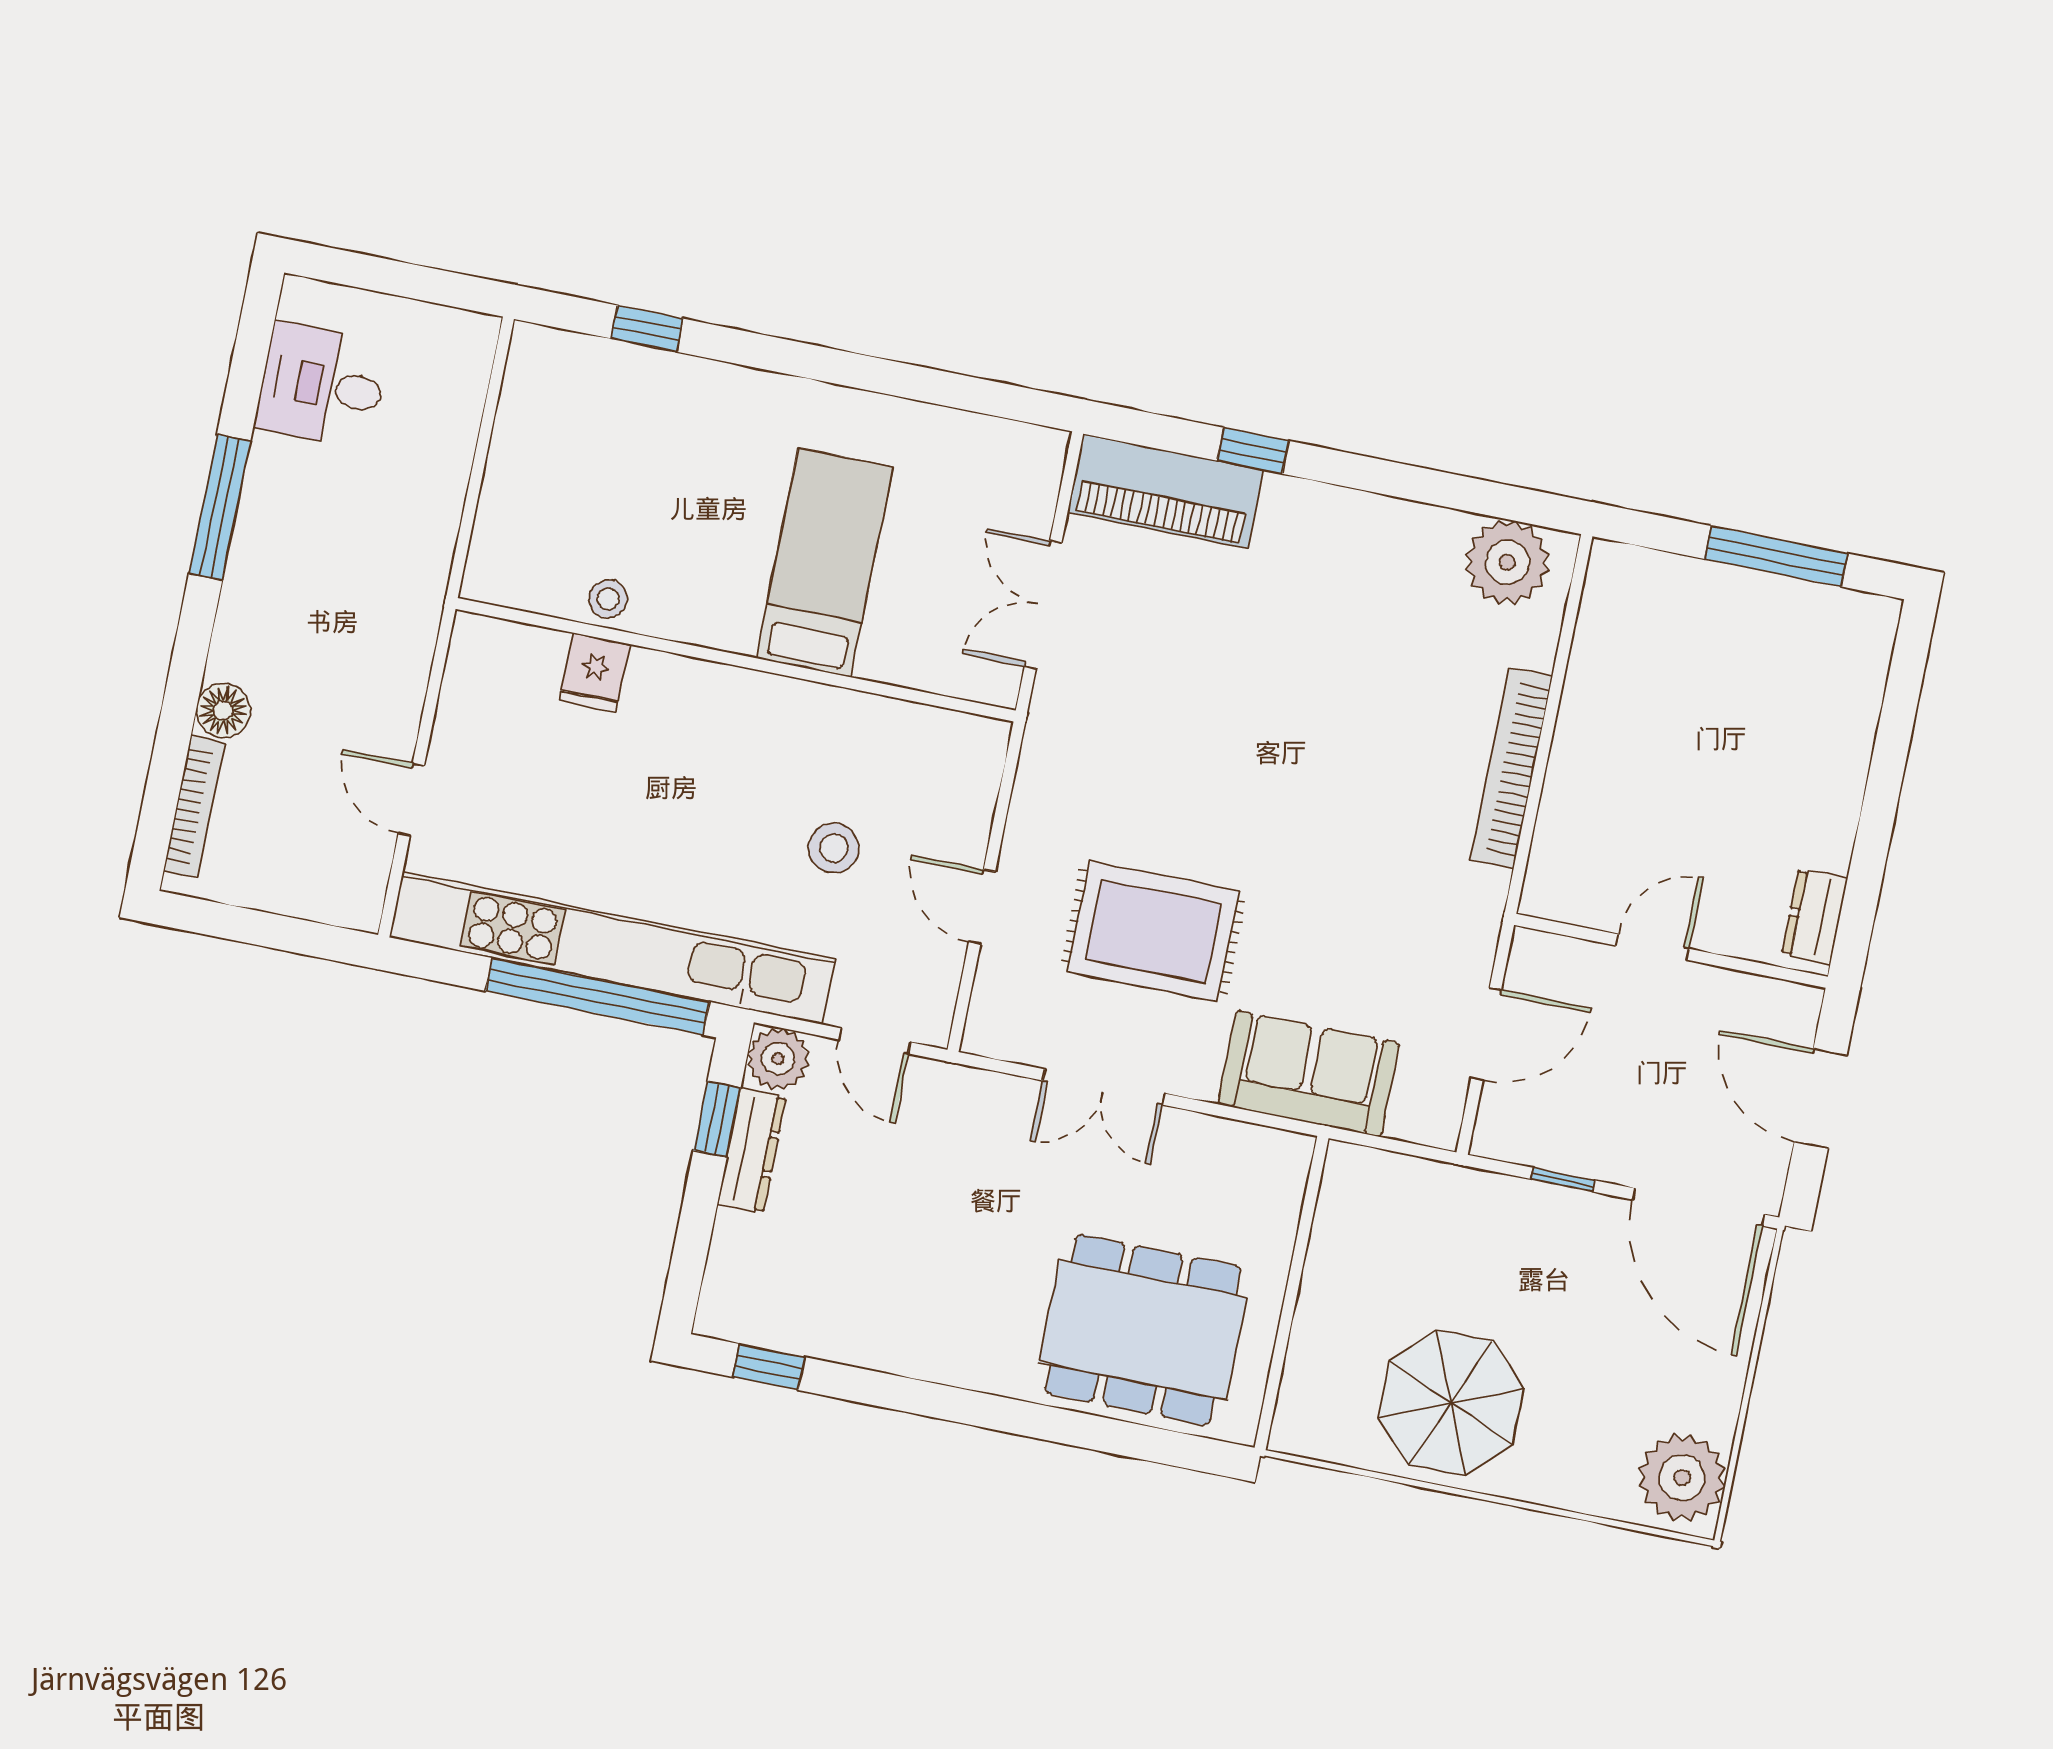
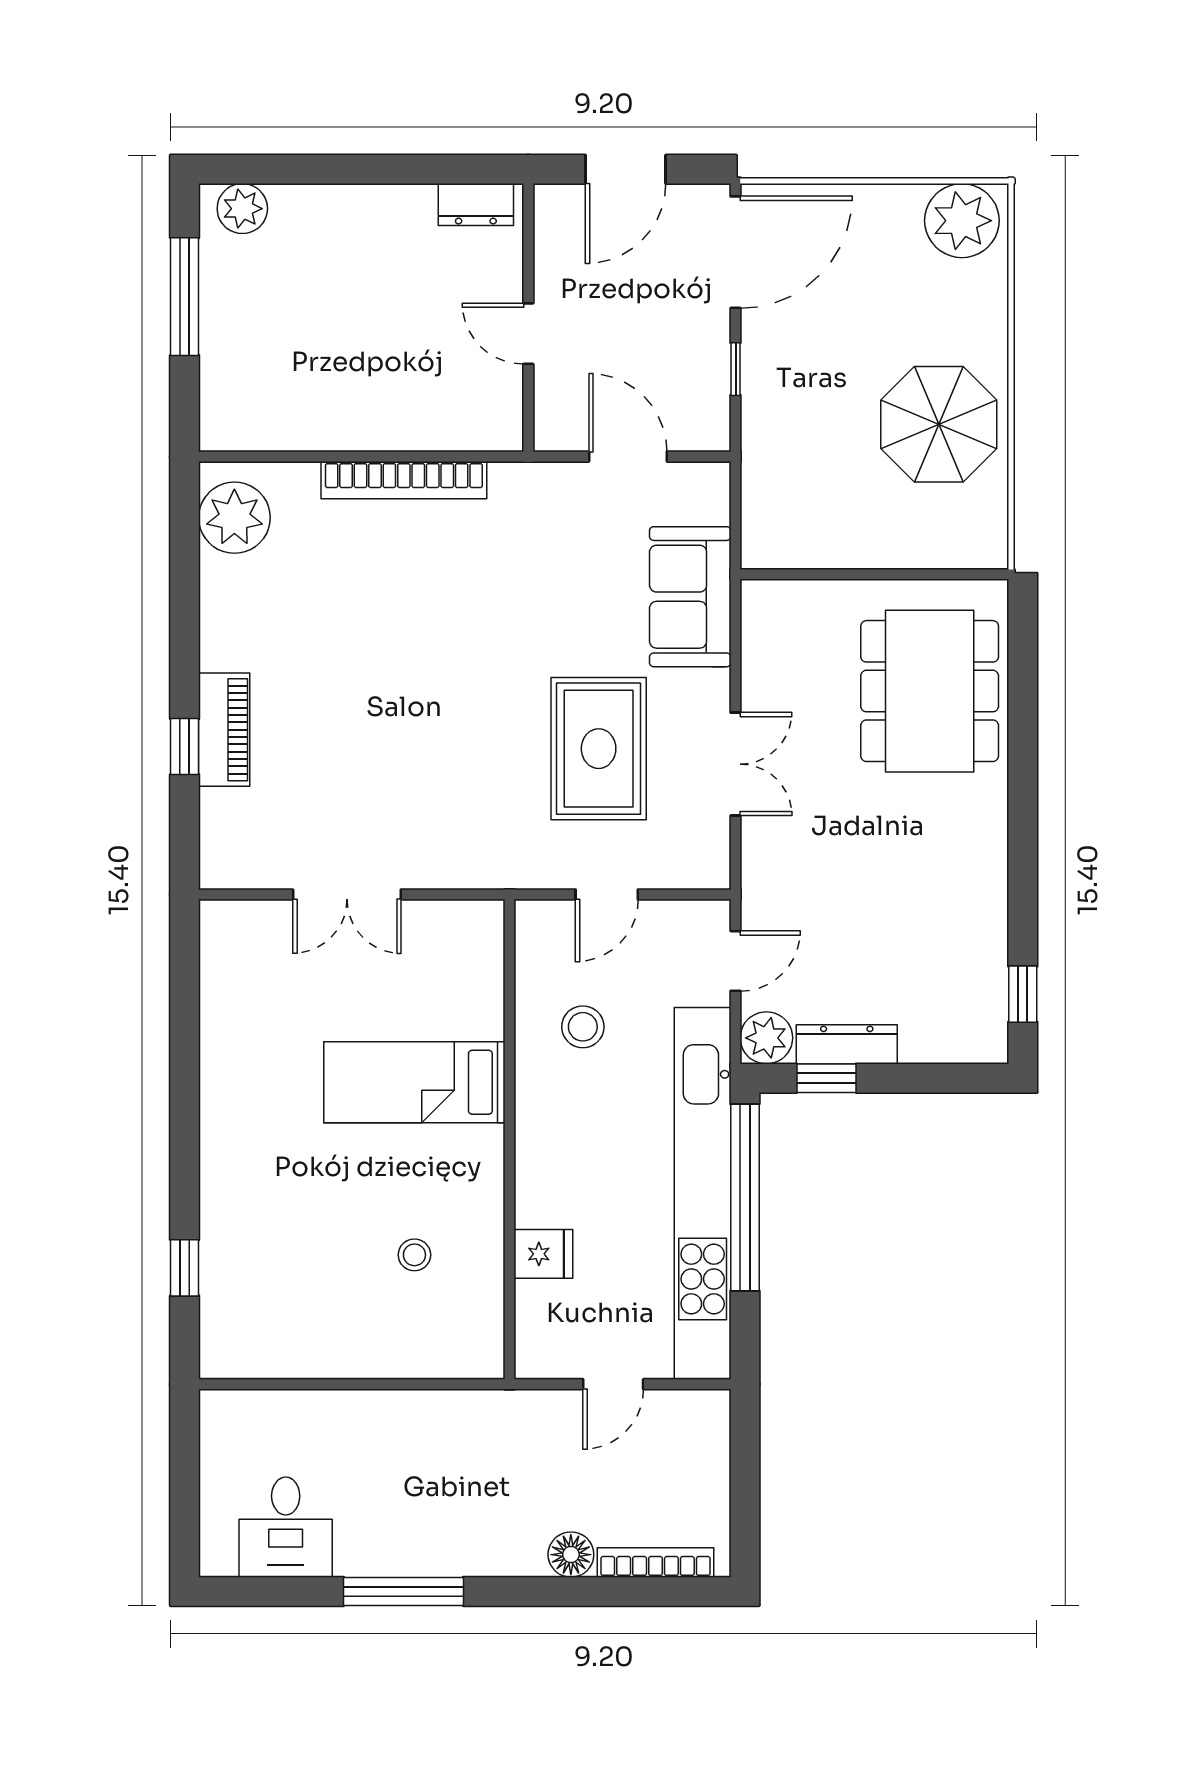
piano: (1165, 491) -> (224, 730), moved, width x0.73, depth x0.75
bed: (824, 563) -> (414, 1082), moved
plant: (1865, 644) -> (242, 209), added
wall: (736, 660) -> (509, 1139), moved
fridge: (595, 672) -> (543, 1254), moved

